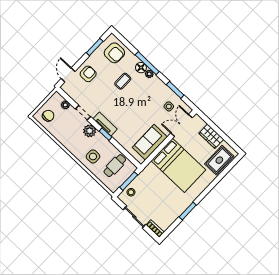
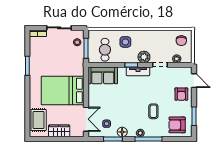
floor lamp: (141, 68) -> (122, 132), moved
sofa: (150, 142) -> (103, 75), moved, turned 90

